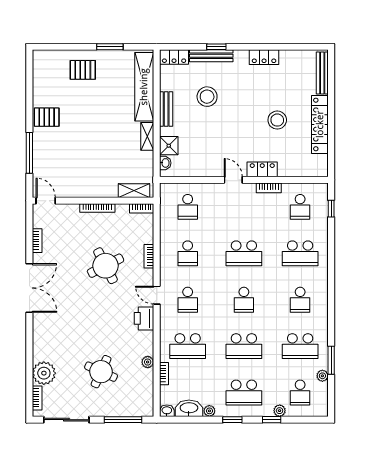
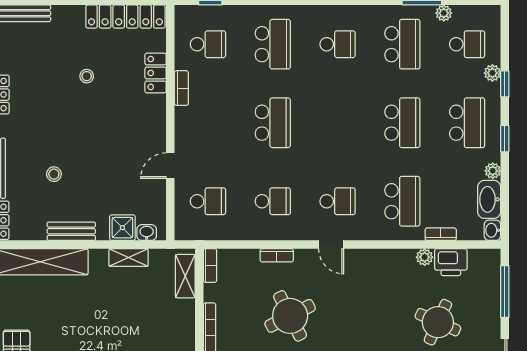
stool: (207, 97) -> (54, 174), width x0.53, depth x0.53
stool: (277, 120) -> (87, 76), width x0.53, depth x0.53
locker: (320, 124) -> (125, 17), moved
shelving: (147, 136) -> (129, 258), moved
locker: (262, 169) -> (156, 73), moved
door: (233, 180) -> (170, 166), moved
door: (157, 295) -> (331, 245), hinge flipped
school desk: (244, 300) -> (338, 123), removed
printer: (144, 318) -> (451, 262), moved

